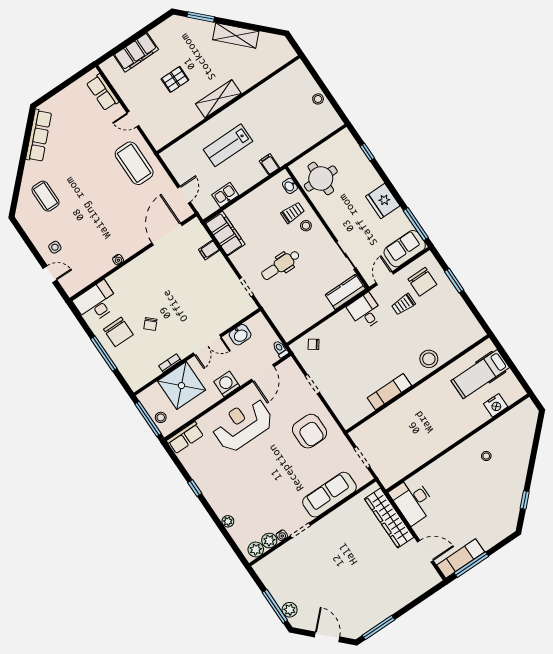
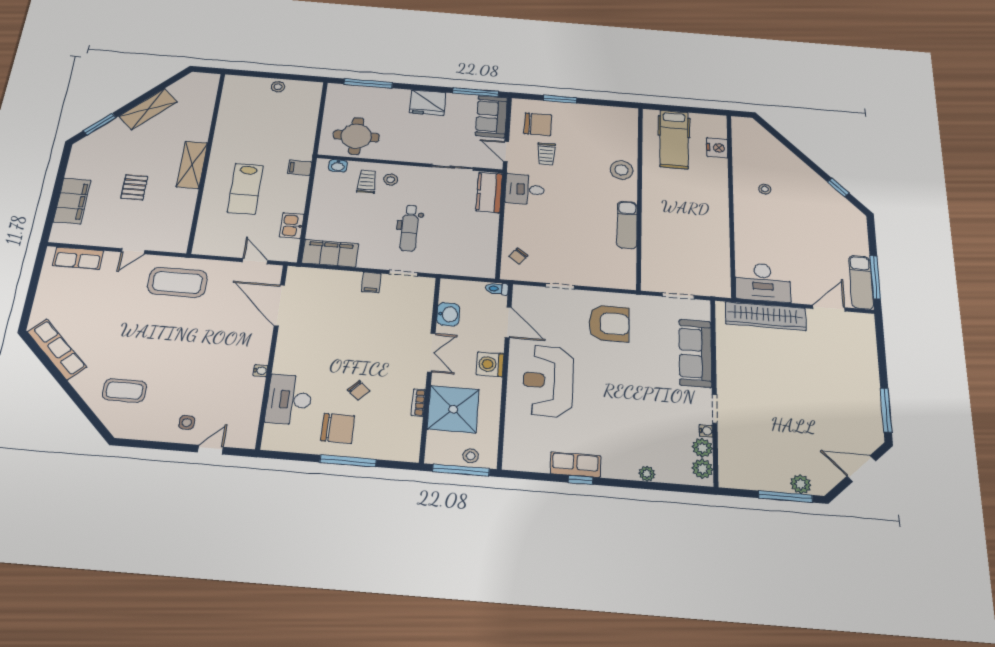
window: (367, 152) -> (368, 83), width x2.17
filing cabinet: (209, 250) -> (371, 283), moved
desk: (96, 302) -> (289, 400), moved
row of seats: (185, 438) -> (575, 465), moved, turned -90

